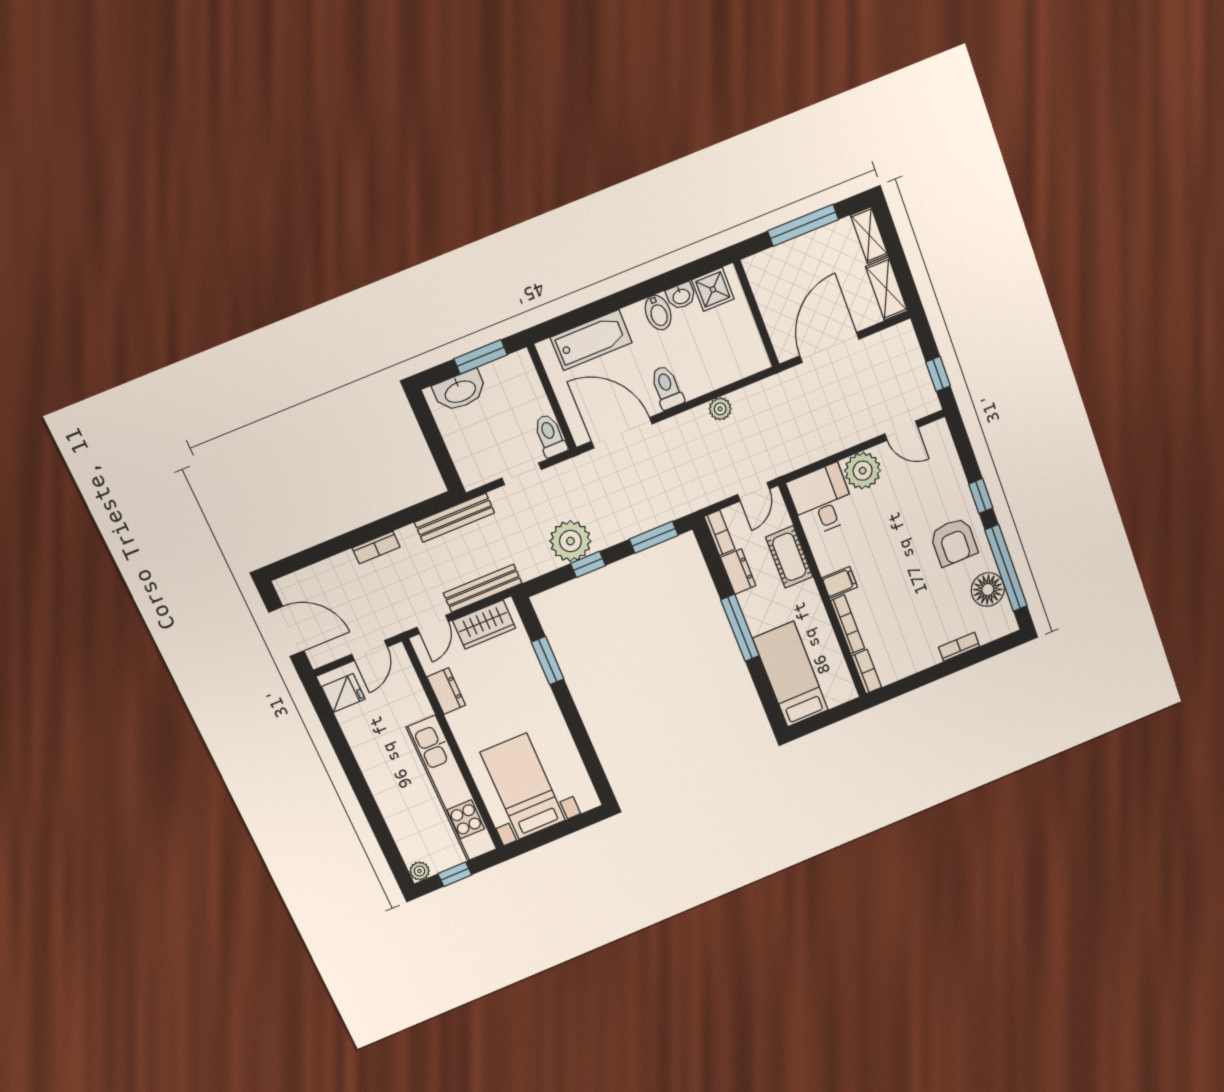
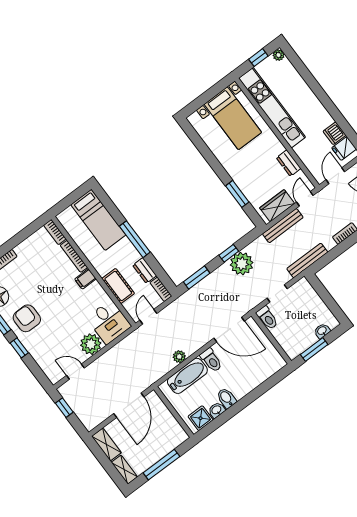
bathtub: (591, 340) -> (187, 376), moved, turned 180
washbasin: (460, 391) -> (322, 331), width x0.52, depth x0.69
dishwasher: (354, 722) -> (334, 133), added

